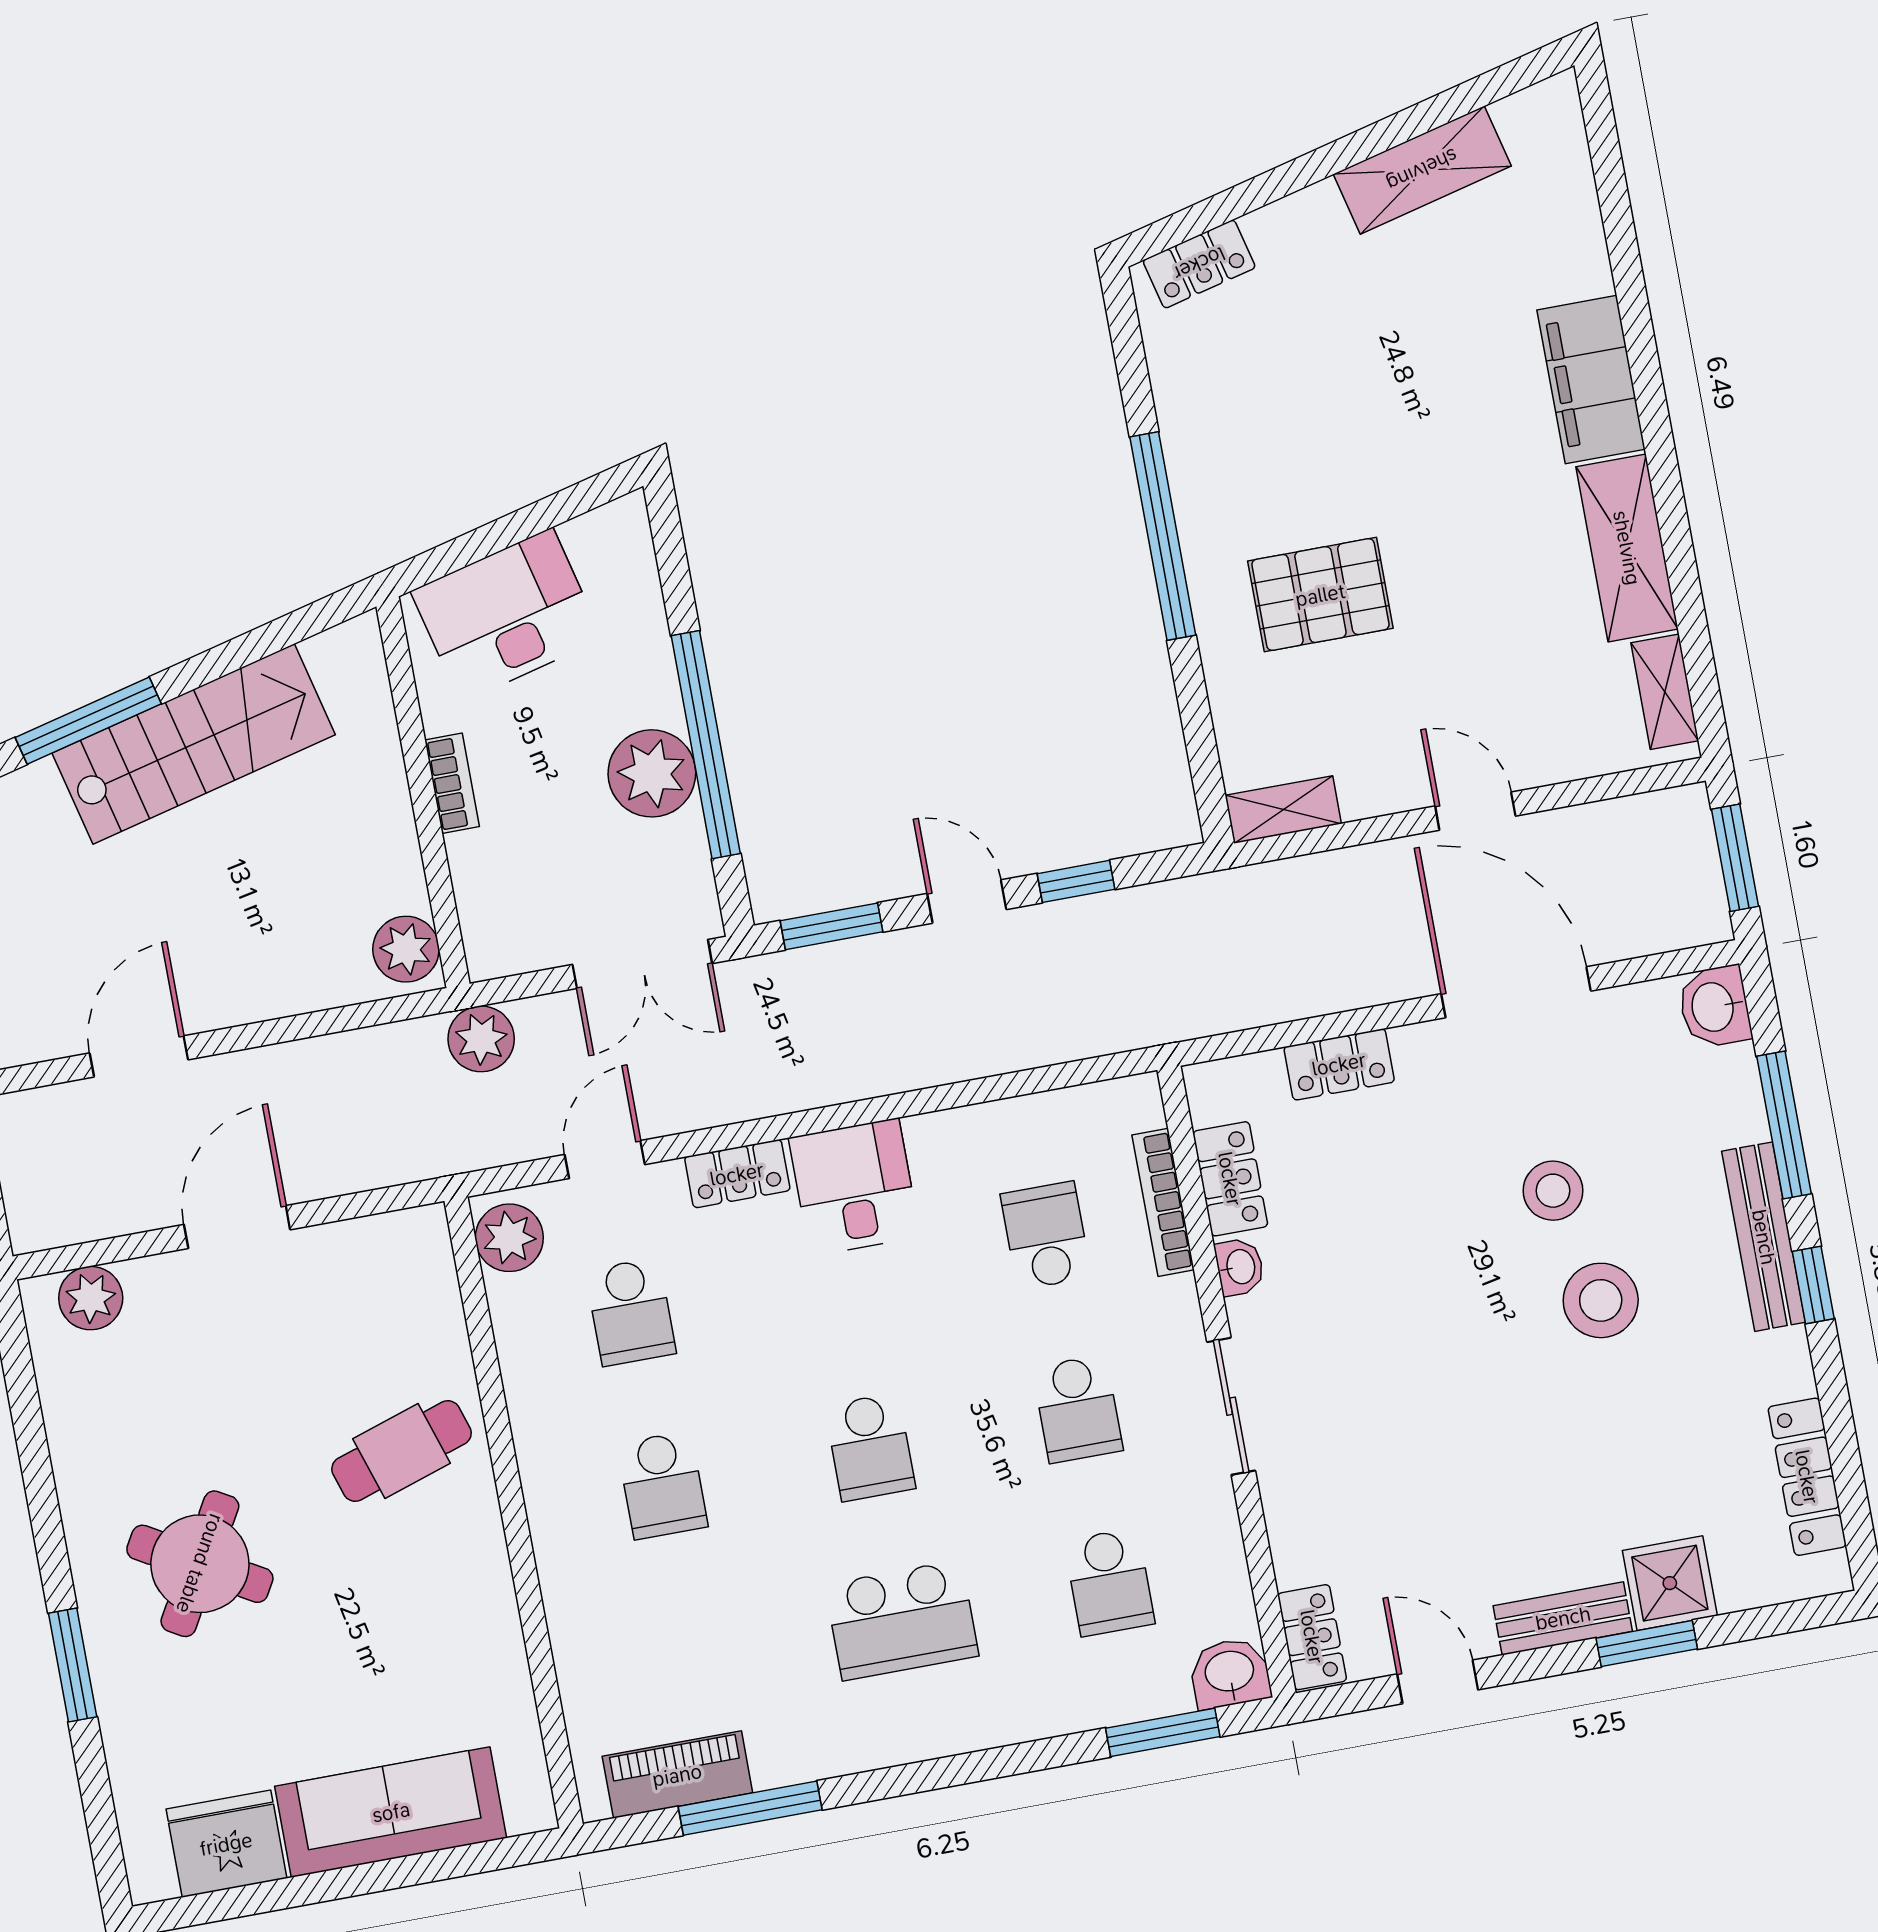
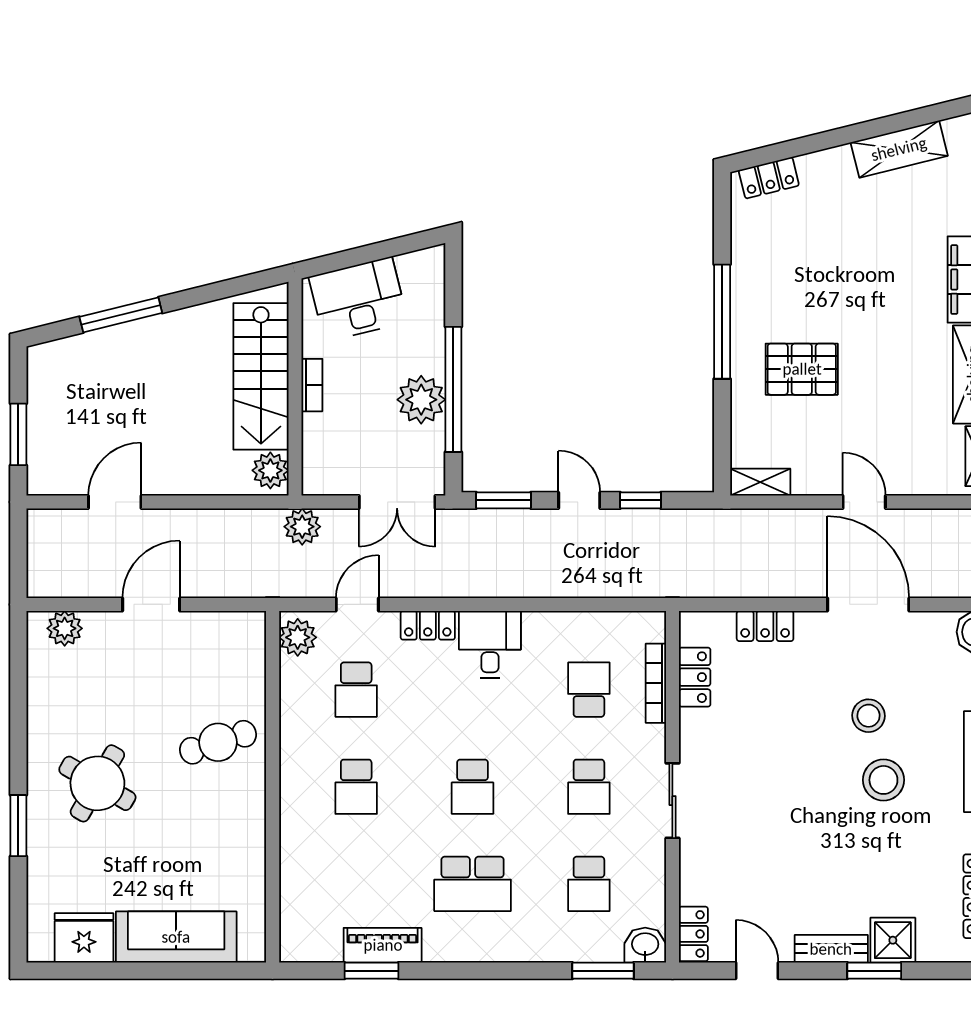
stairs: (194, 744) -> (261, 376), moved, turned 104
washbasin: (1240, 1267) -> (691, 726), removed
piano: (677, 1775) -> (383, 945), moved
window: (750, 1808) -> (372, 971), width x0.69

